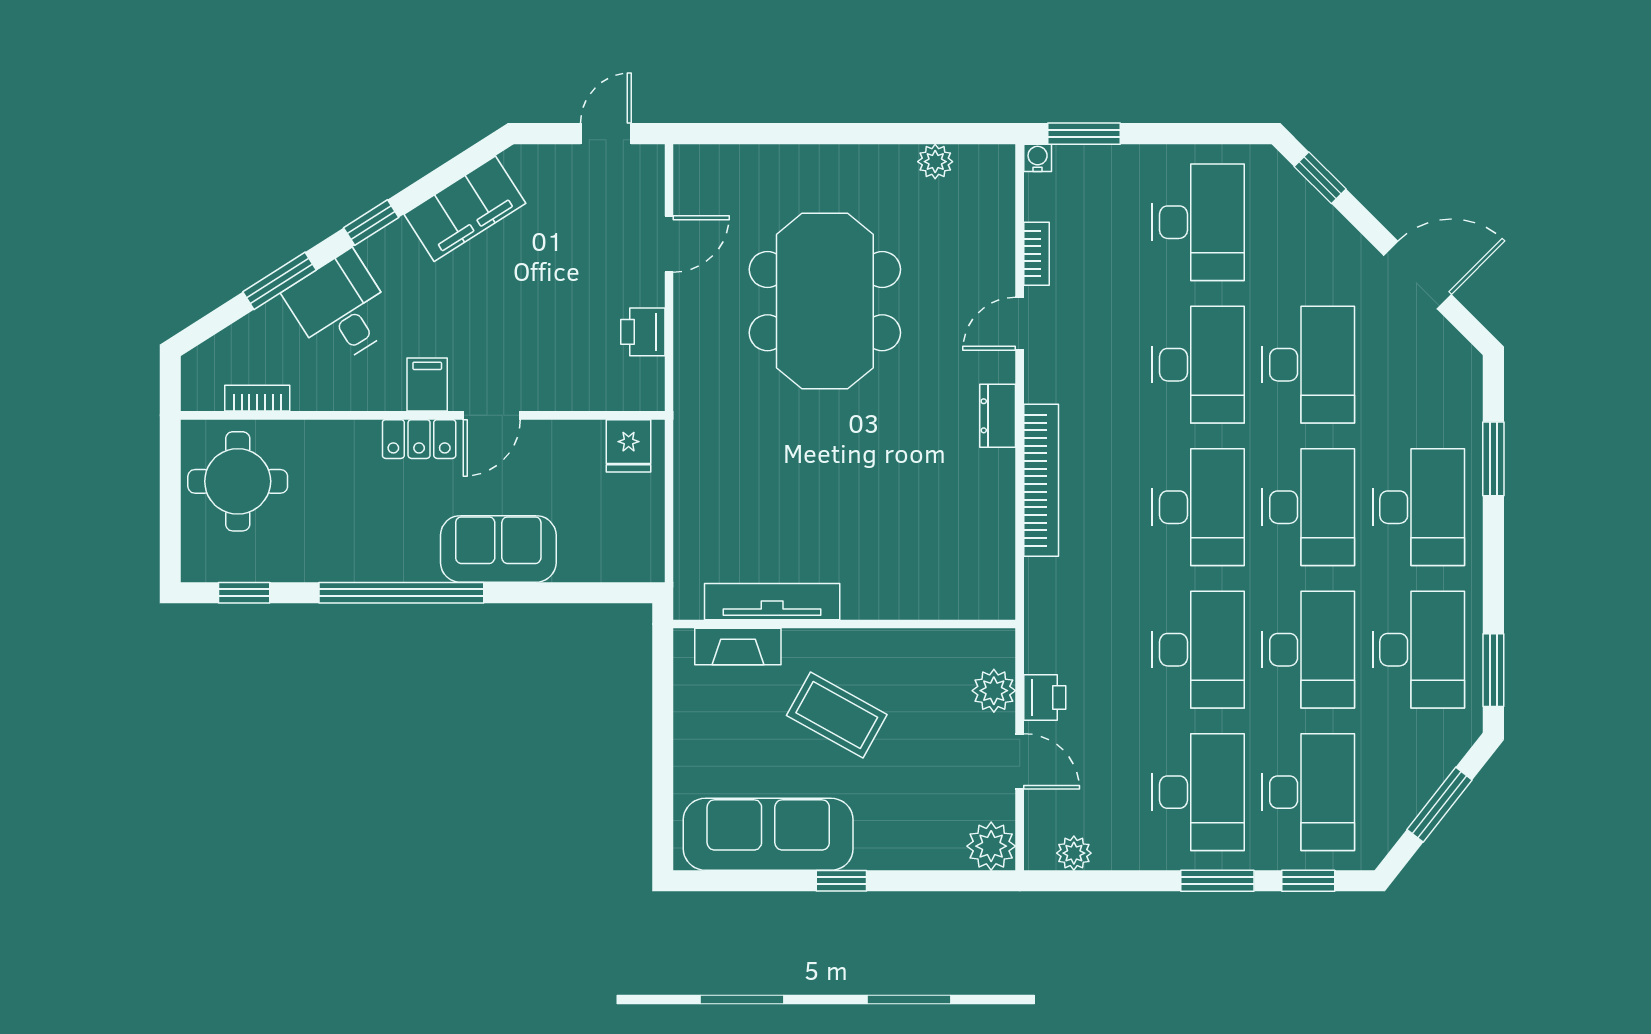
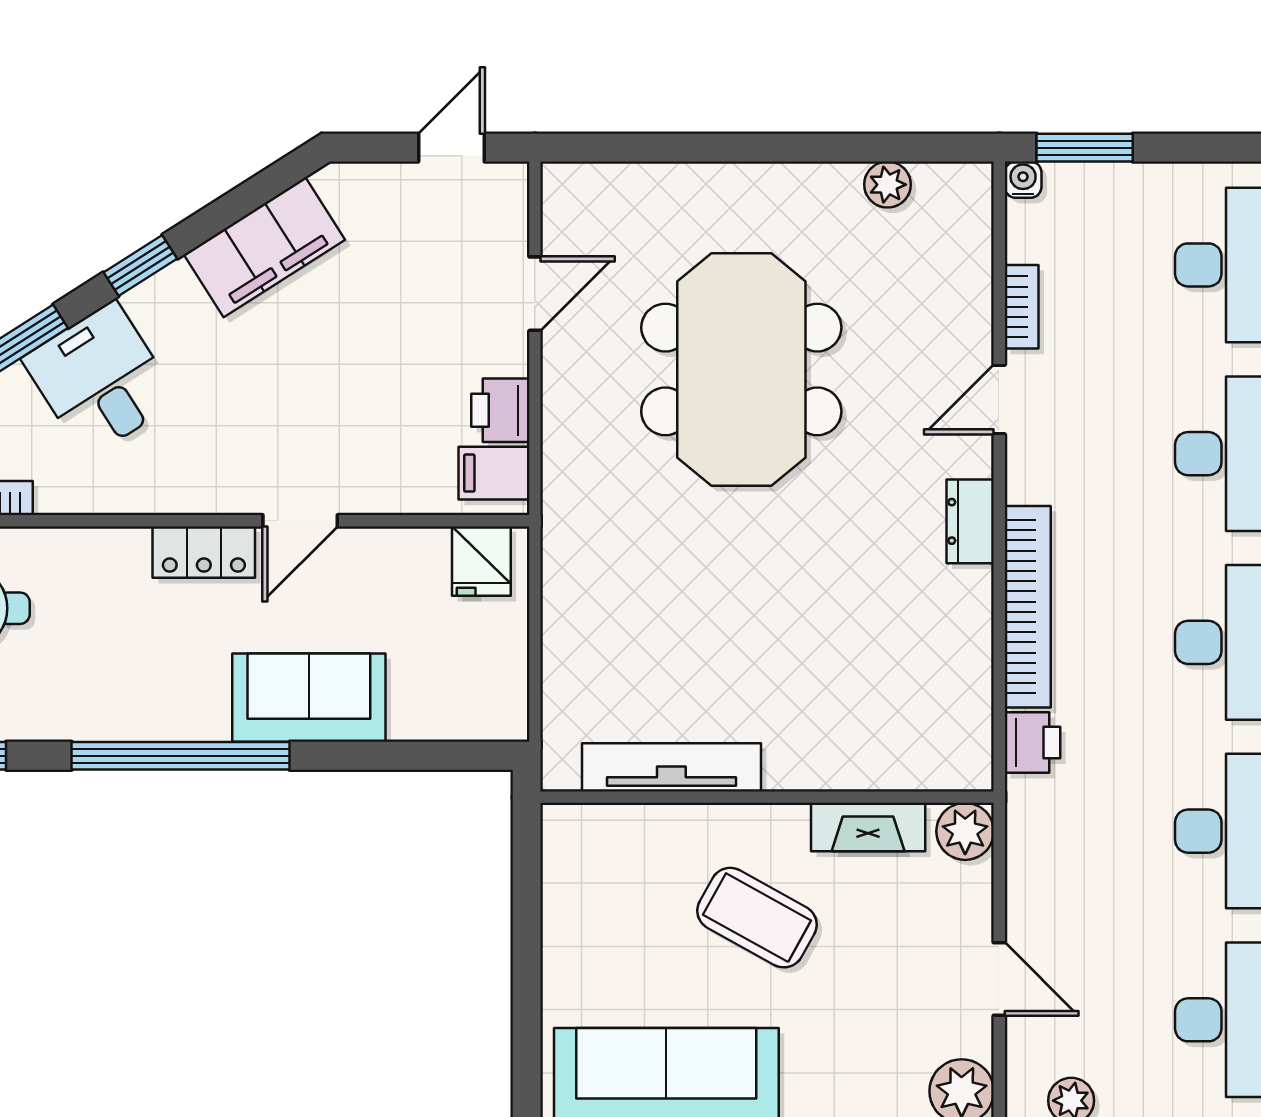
filing cabinet: (427, 384) -> (494, 473), moved, turned -90
fireplace: (738, 647) -> (868, 827), moved
plant: (994, 691) -> (965, 831), moved
printer: (1045, 697) -> (1032, 742), moved

